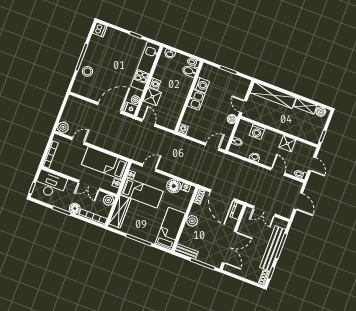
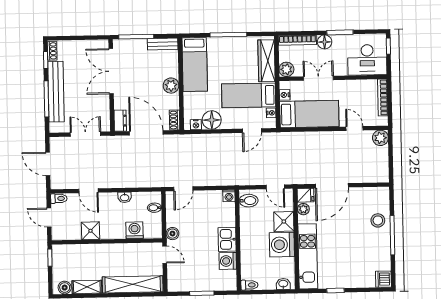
bidet: (189, 71) -> (249, 201), moved
washing machine: (155, 84) -> (282, 245), width x1.89, depth x1.89
door: (78, 141) -> (354, 128), swing flipped

